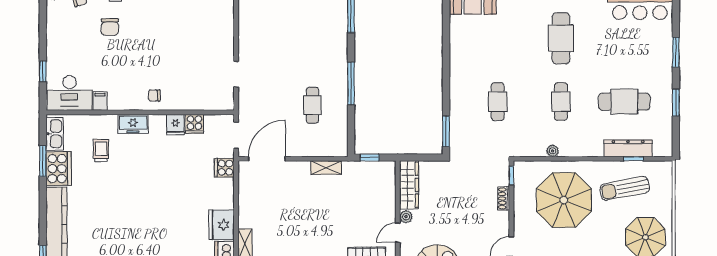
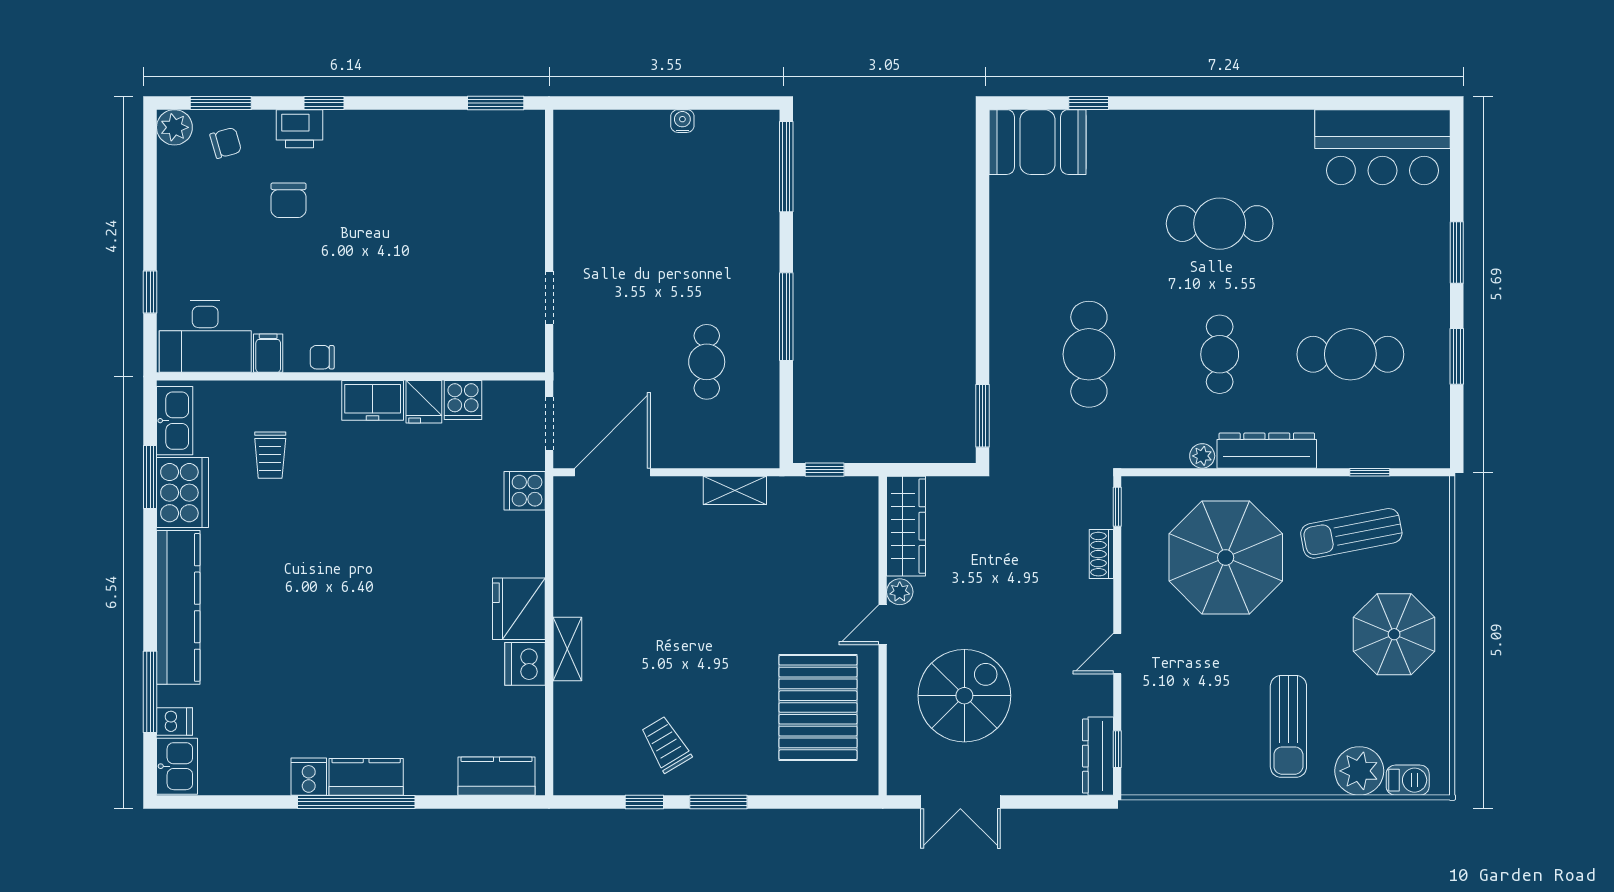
cafe table: (561, 38) -> (1220, 224), turned 90
chair: (154, 95) -> (322, 357), moved
cafe table: (498, 102) -> (1089, 354), width x1.37, depth x1.35
freezer: (133, 124) -> (373, 400), moved
dresser: (628, 148) -> (1267, 451), moved
trolley: (101, 150) -> (270, 455), turned 180

